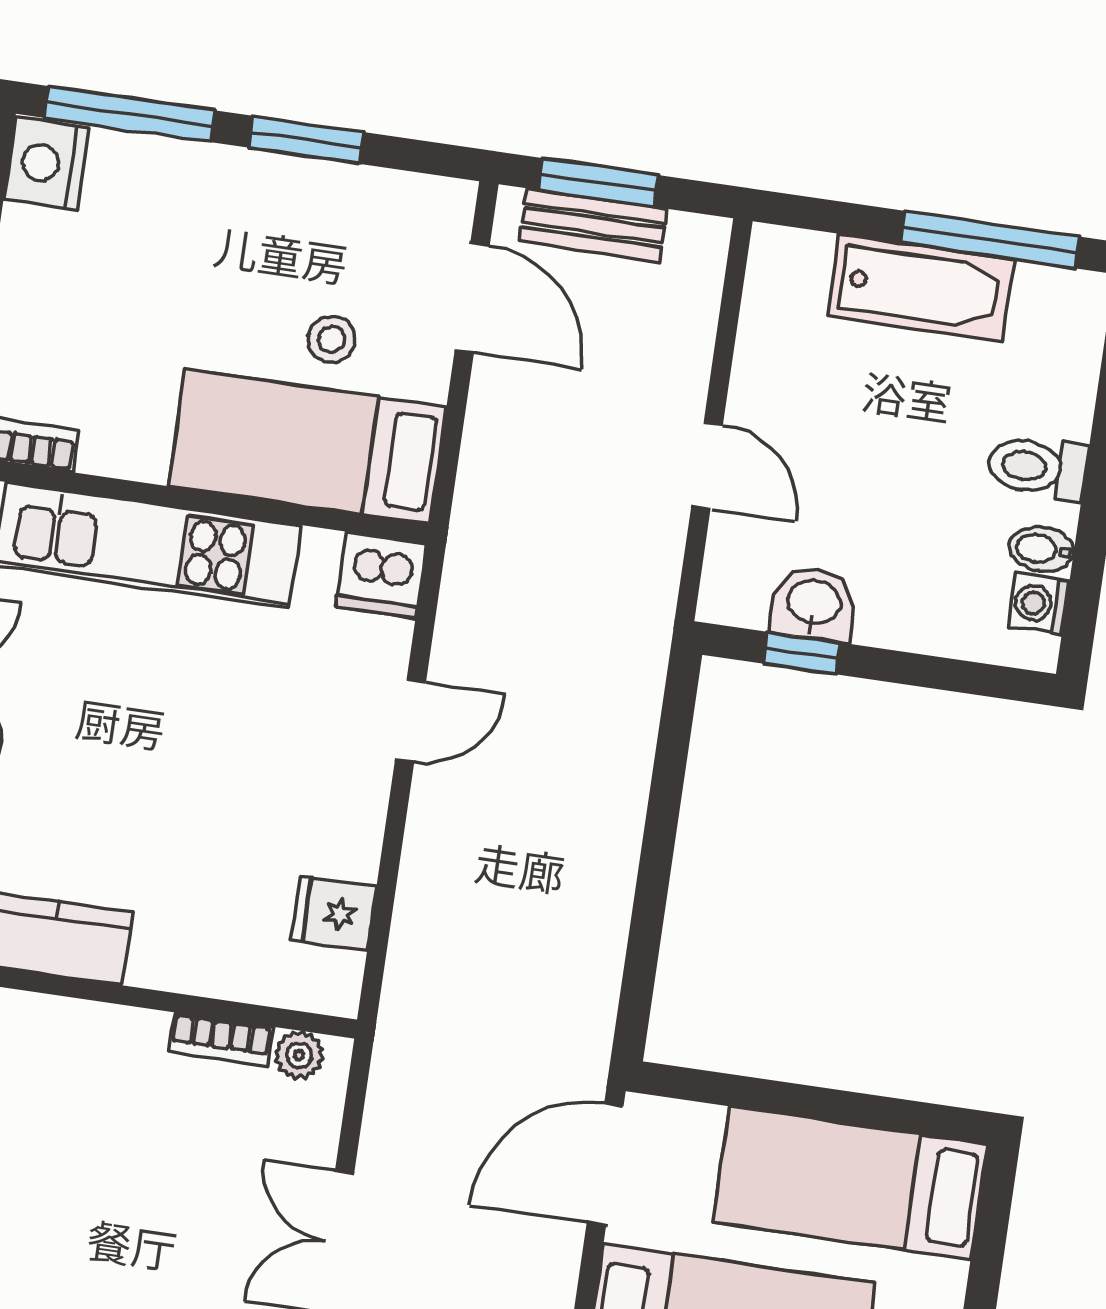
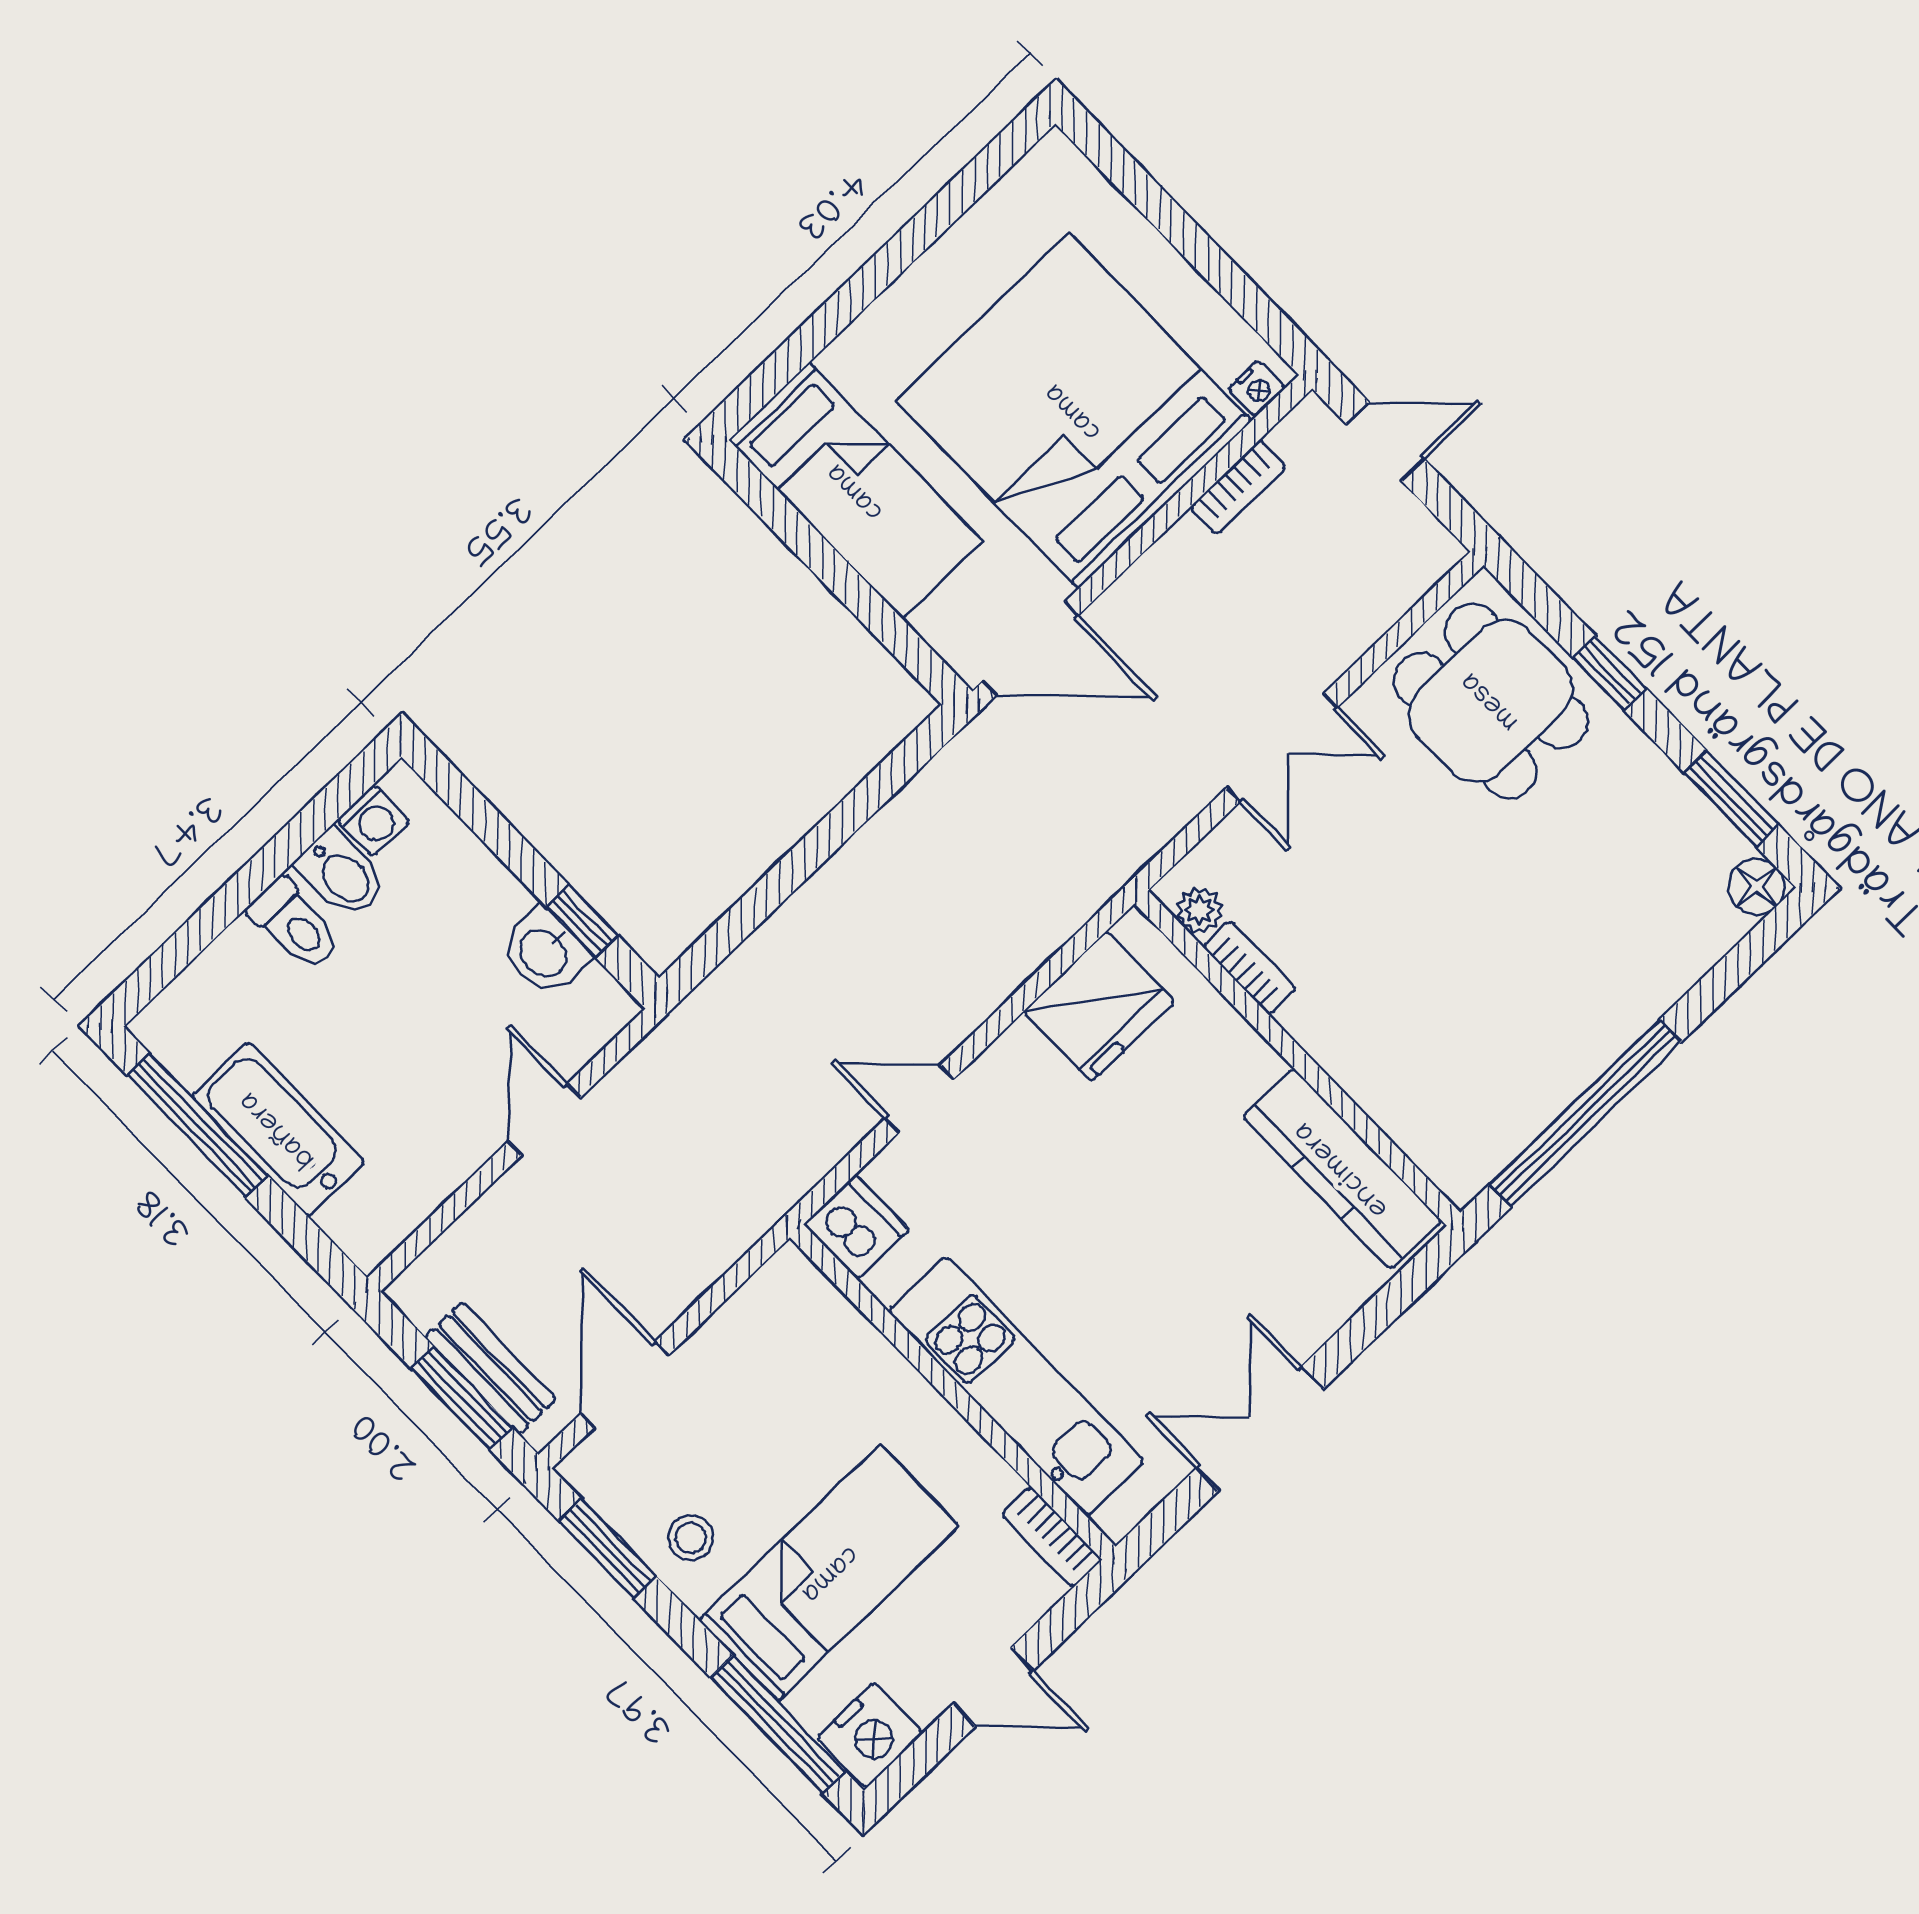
window: (306, 140) -> (608, 1549), moved
stool: (332, 339) -> (691, 1538), moved
bed: (307, 446) -> (829, 1573), moved, turned -90
bidet: (1042, 549) -> (341, 874), width x1.38, depth x1.36
fridge: (334, 914) -> (1099, 1006), width x1.88, depth x1.34

